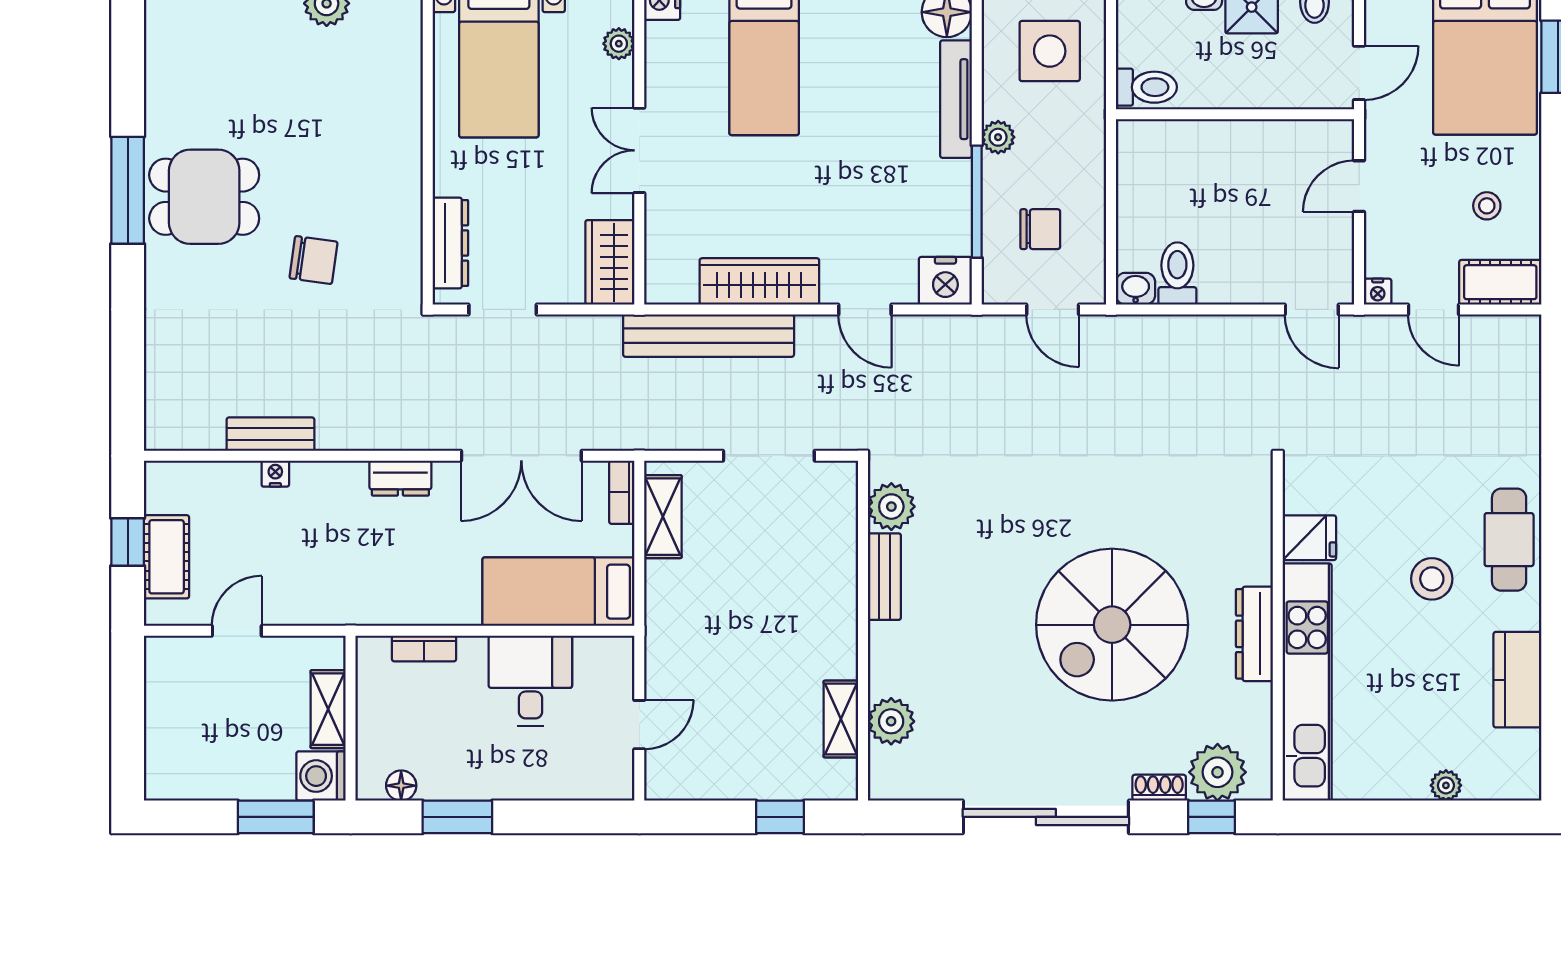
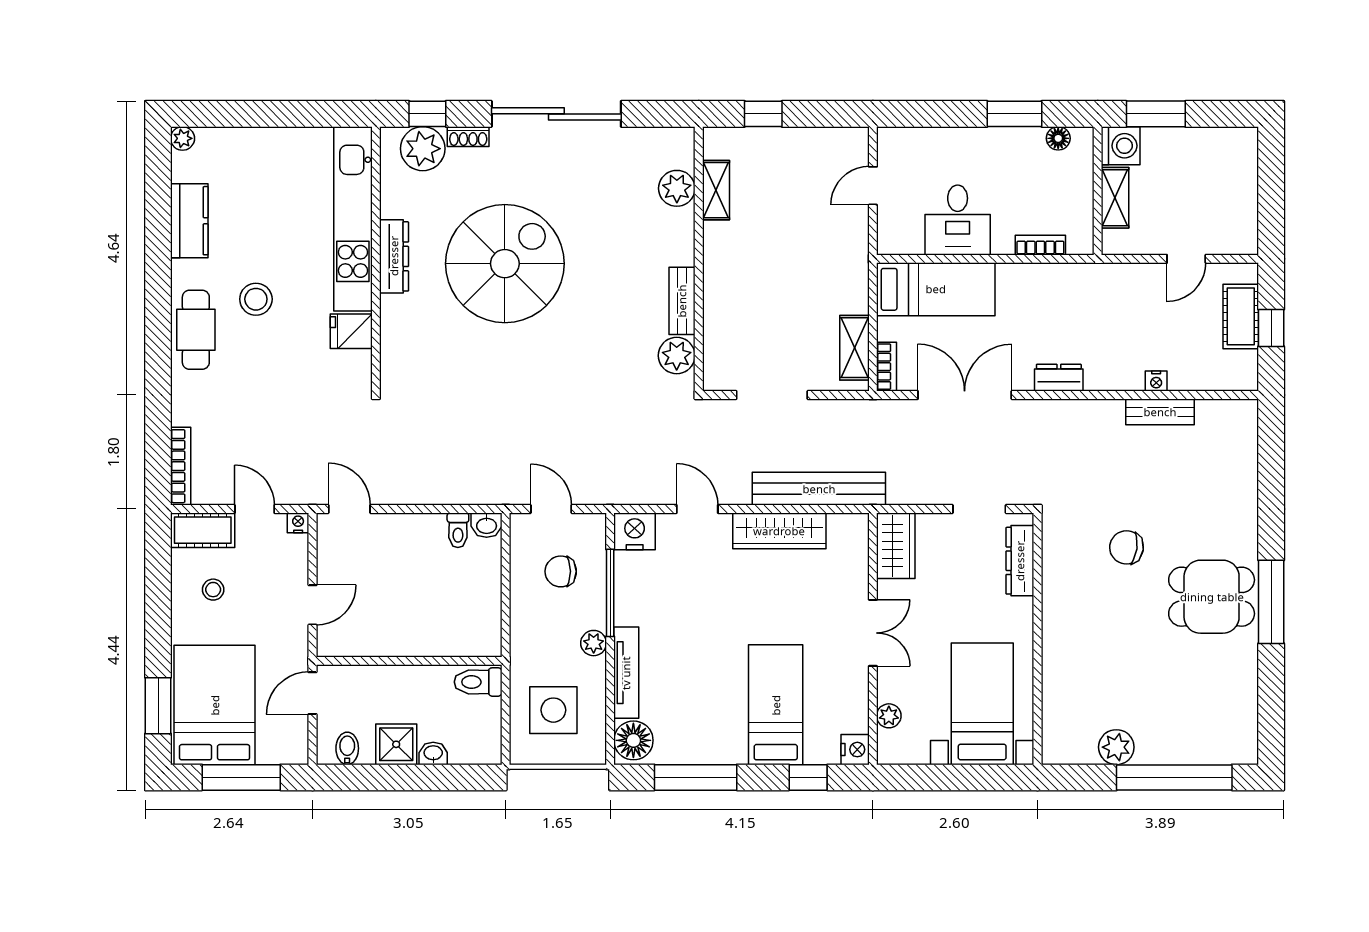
toilet: (1177, 273) -> (458, 530), width x0.73, depth x0.72
bookcase: (1528, 364) -> (181, 466), added
plant: (1446, 785) -> (183, 138), moved

